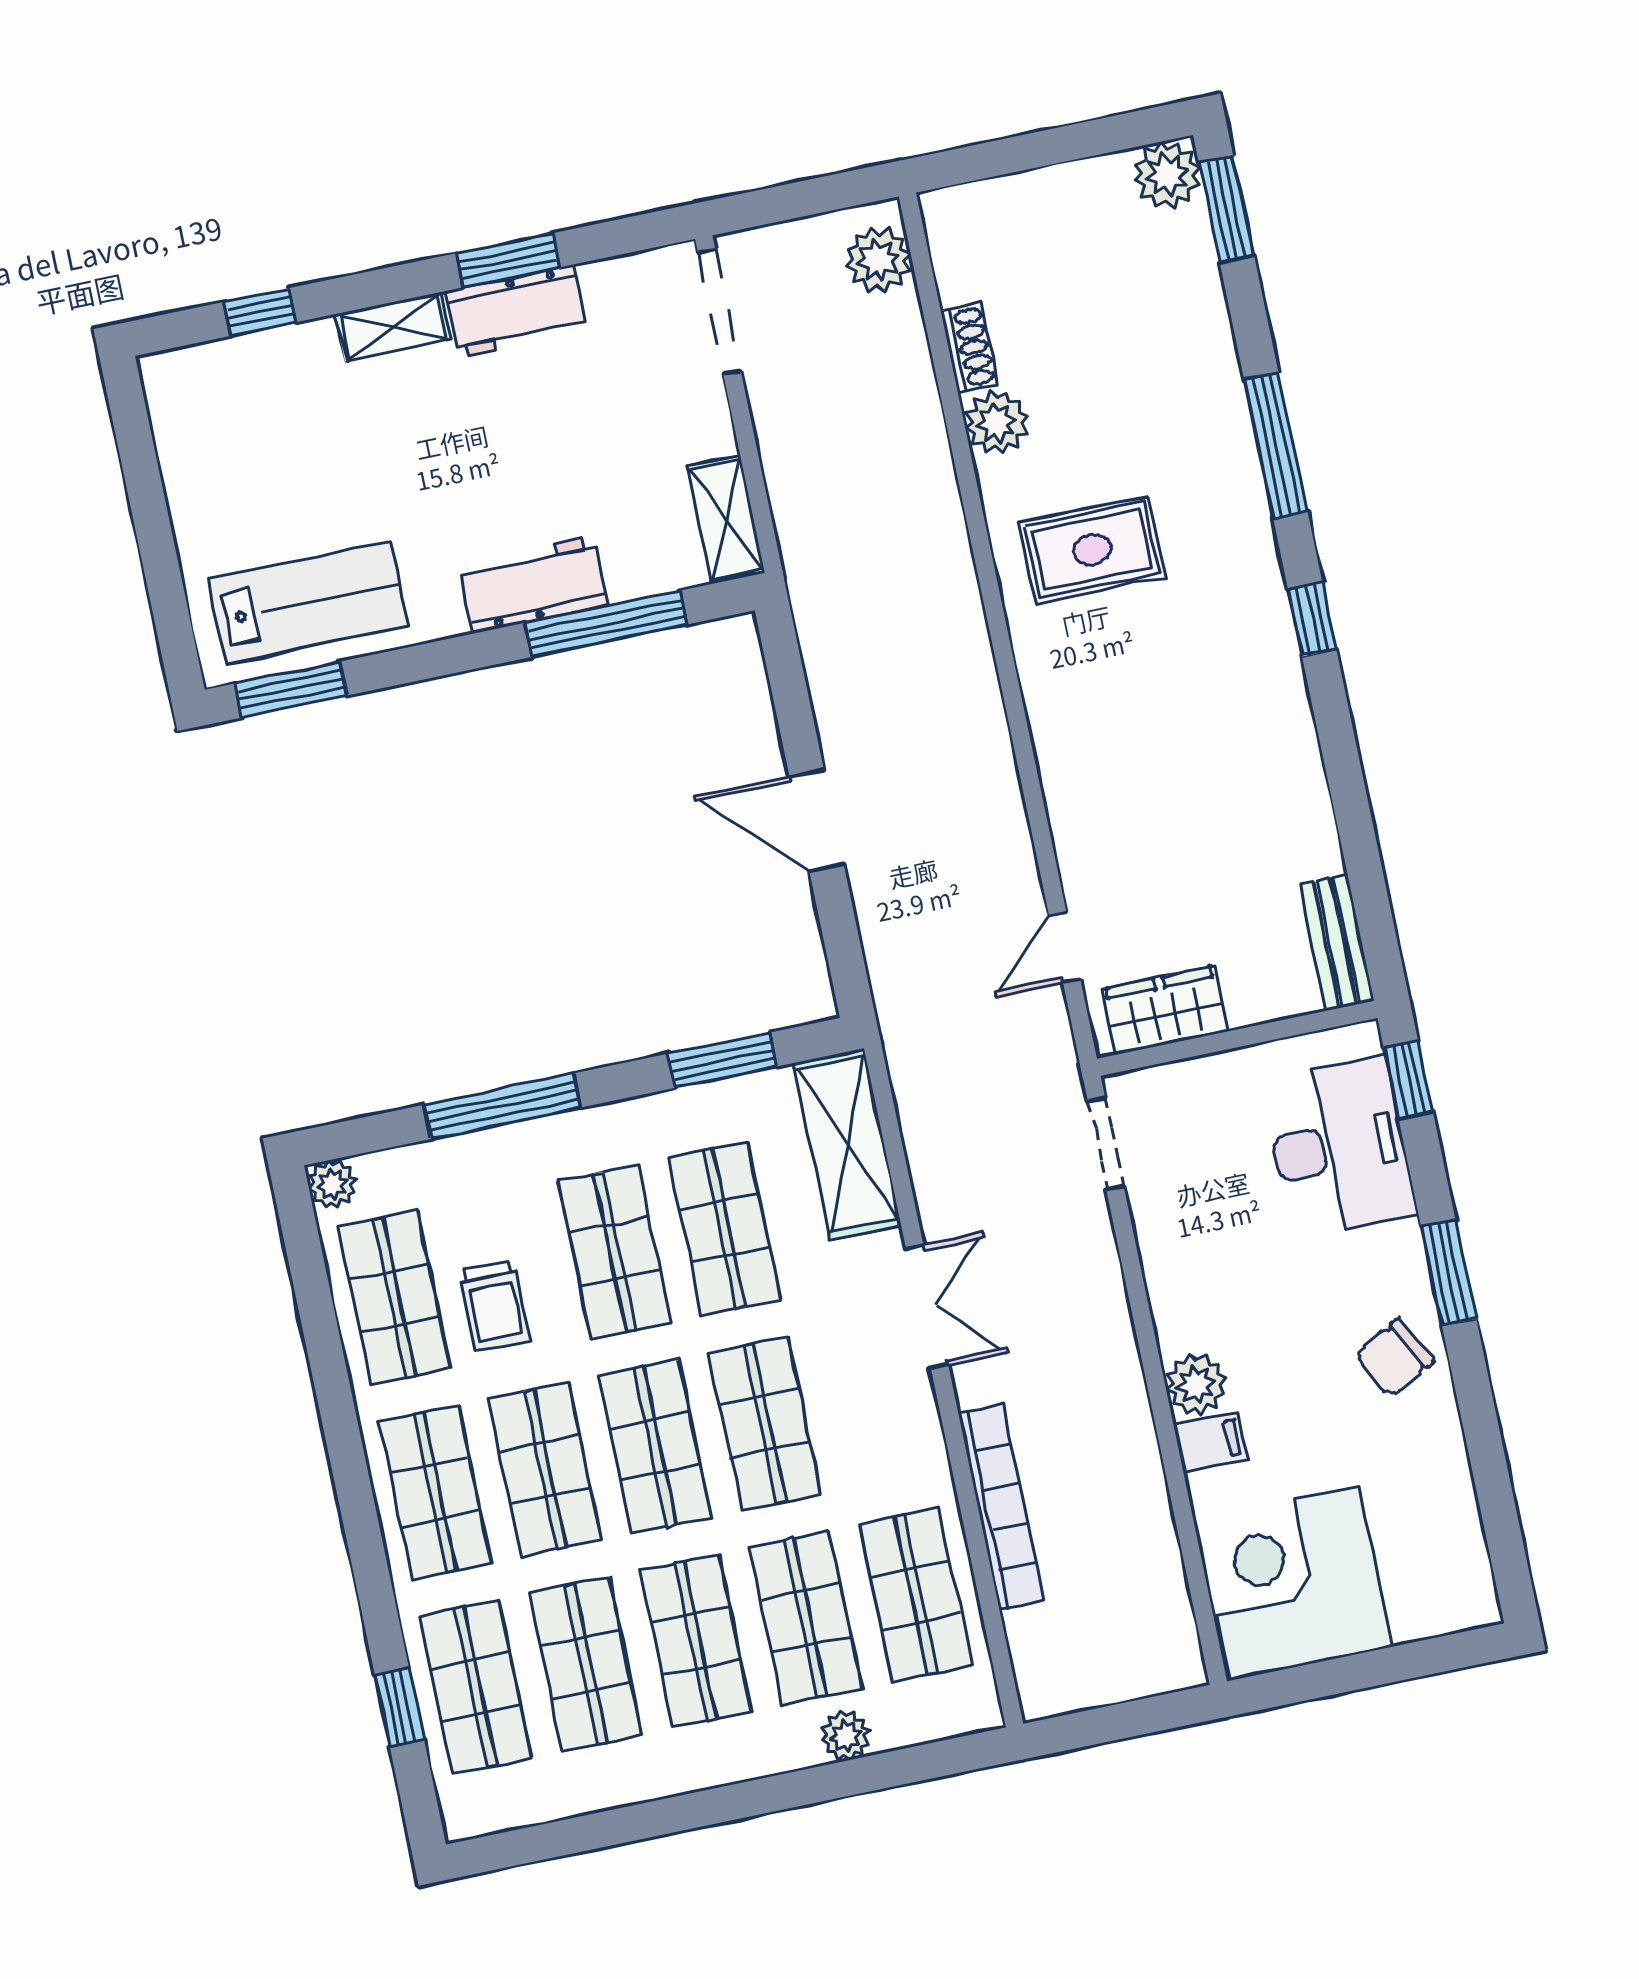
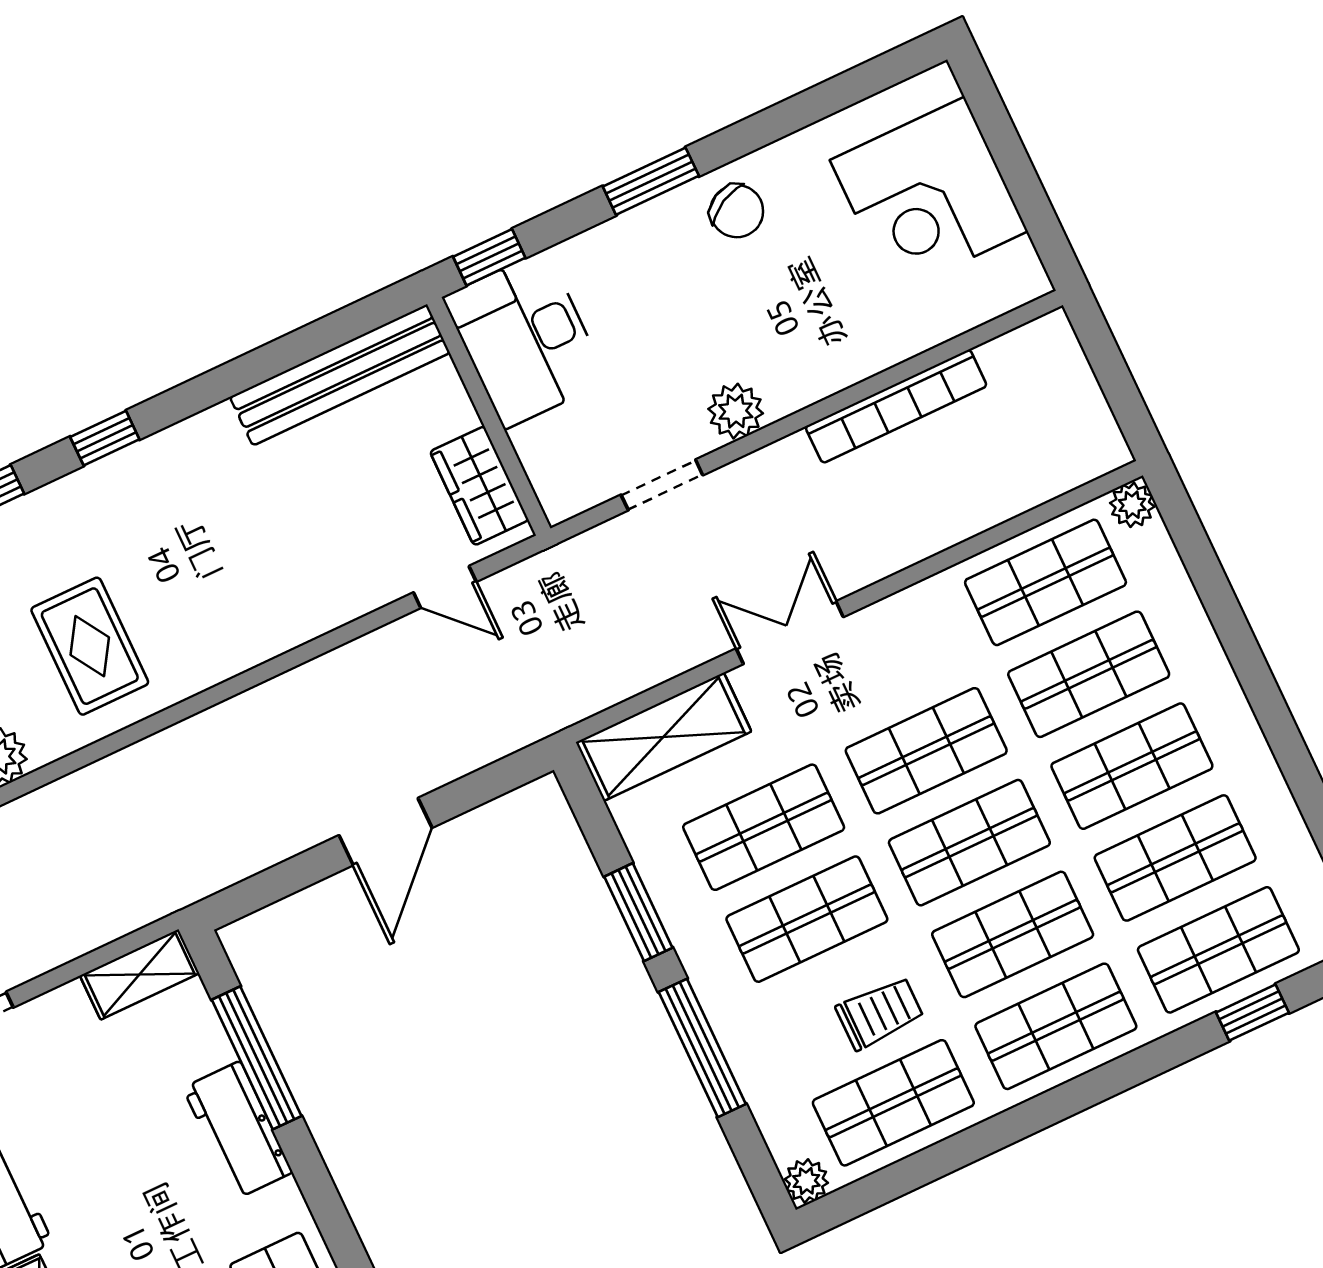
bench: (1337, 942) -> (340, 375), width x1.86, depth x1.21
window: (723, 1060) -> (638, 912), moved
doorway: (1106, 1144) -> (662, 485), moved
desk: (1339, 1147) -> (525, 339), moved, turned -90
plant: (1196, 1384) -> (736, 411), moved
filing cabinet: (1210, 1442) -> (850, 355), removed
bookcase: (1001, 1507) -> (896, 406), moved, turned 180
corner desk: (1295, 1583) -> (929, 196), moved
plant: (846, 1736) -> (1132, 505), moved

